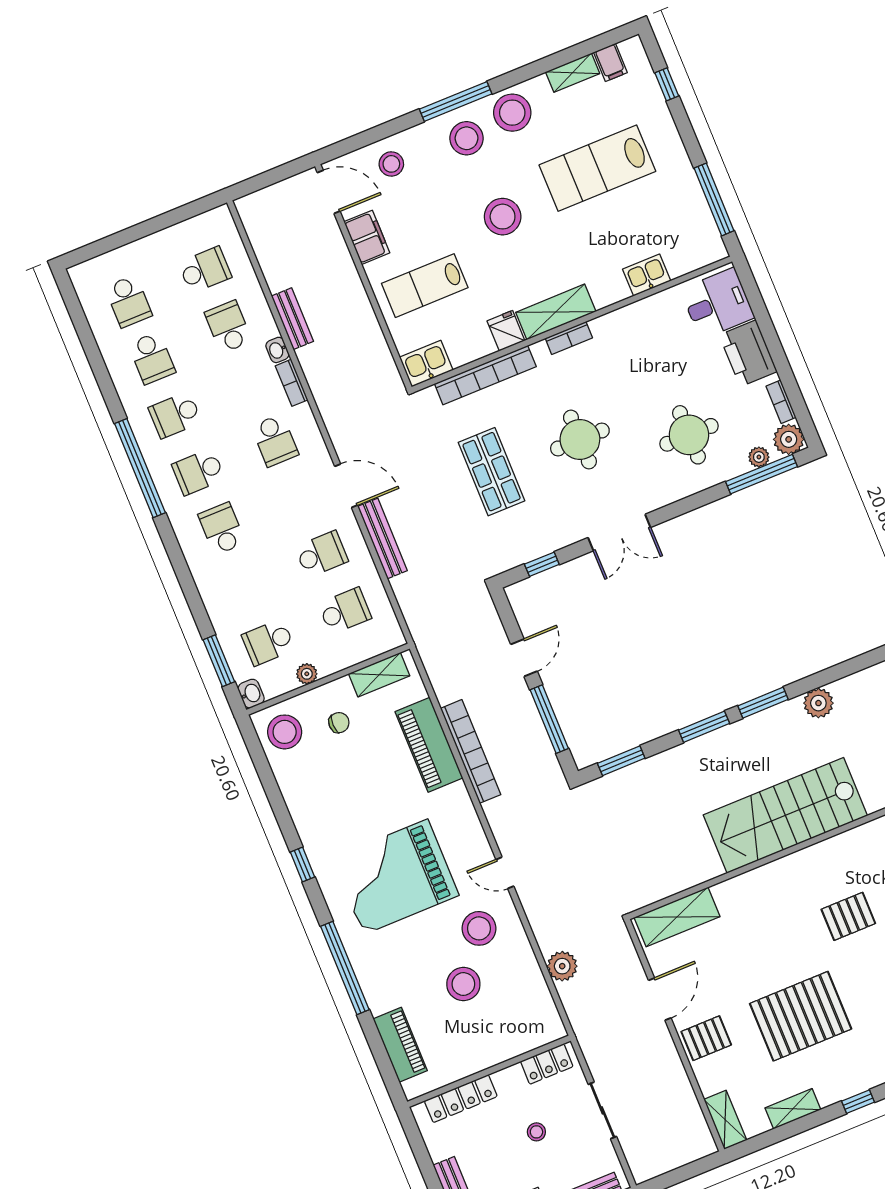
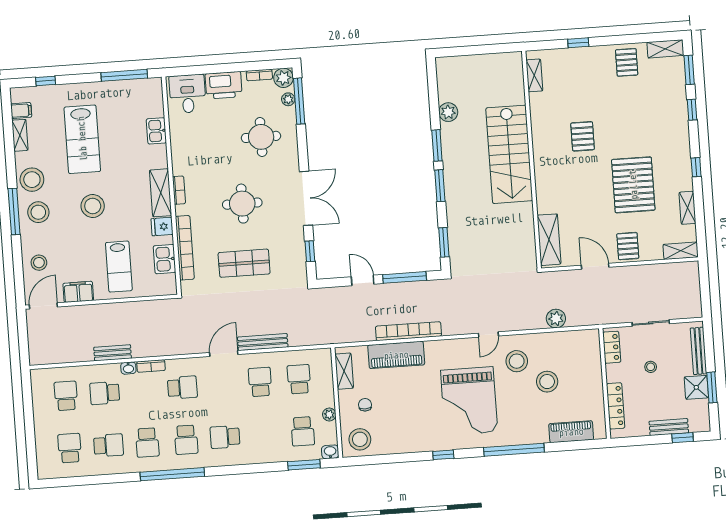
school desk: (128, 301) -> (70, 448), turned -90
kitchen sink: (426, 364) -> (165, 259), moved
double door: (619, 533) -> (306, 198), width x1.37

